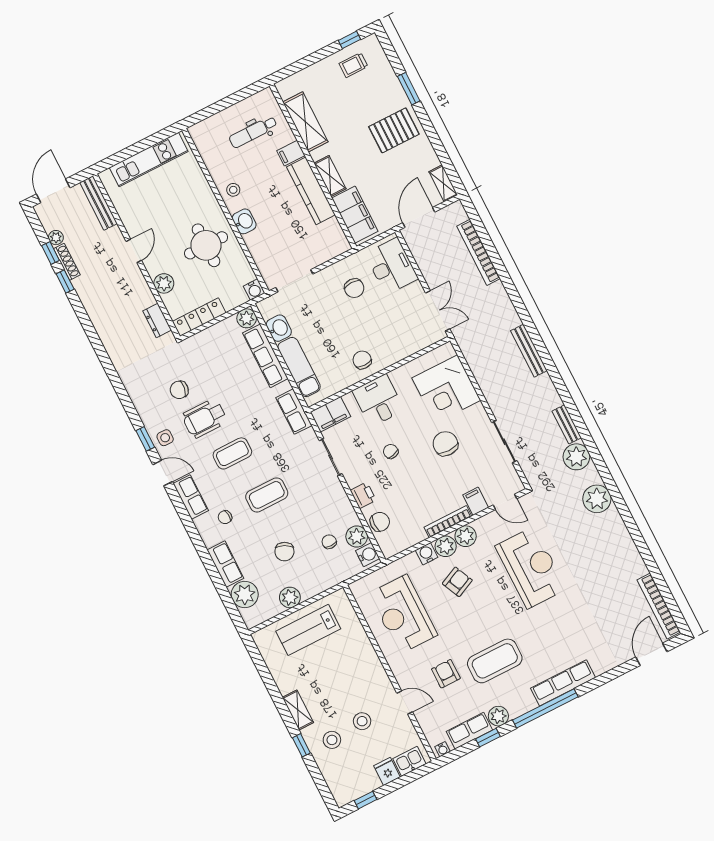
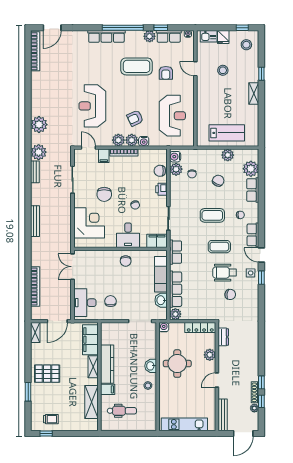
wheelchair: (205, 418) -> (225, 273), turned 180
stool: (332, 740) -> (246, 45), moved

